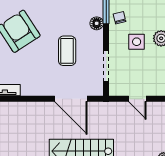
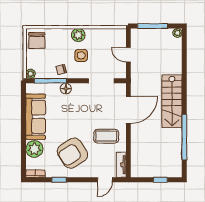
coffee table: (67, 51) -> (106, 136), moved
door: (137, 99) -> (128, 55), swing flipped

